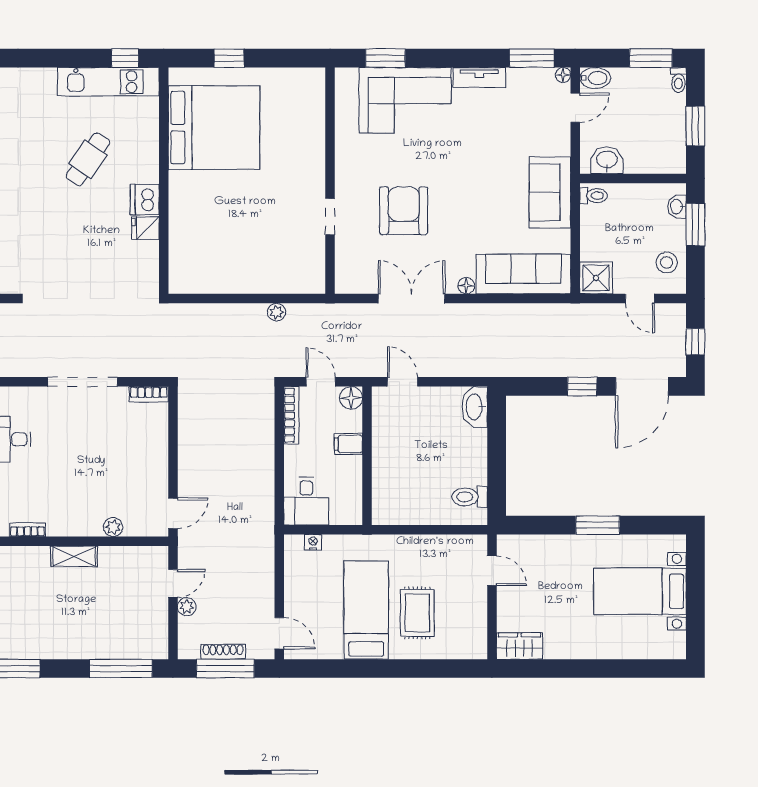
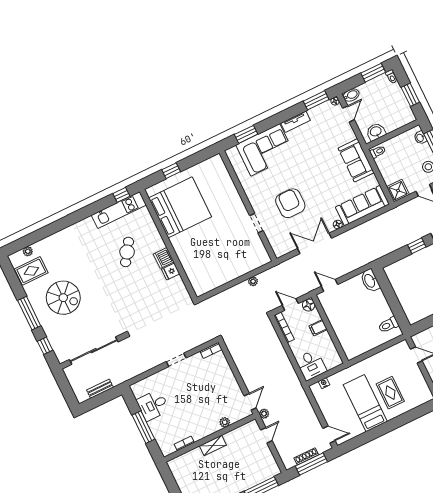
doorway: (82, 382) -> (176, 360), width x0.53
plant: (187, 607) -> (264, 414), moved

